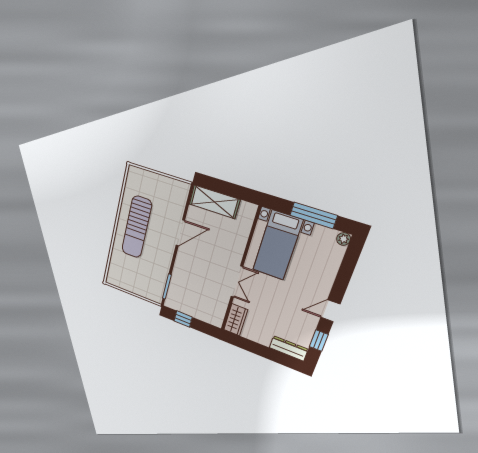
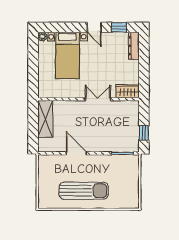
shelving: (214, 202) -> (45, 119), moved
window: (314, 215) -> (33, 61), removed
bed with nightstands: (278, 245) -> (67, 55), moved, turned 90

